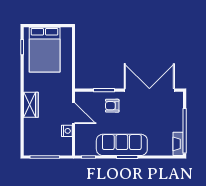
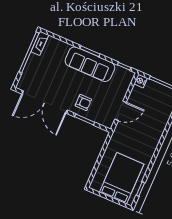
wardrobe: (31, 105) -> (155, 135), removed
door: (73, 113) -> (121, 111), swing flipped
nightstand: (67, 131) -> (141, 81), moved

